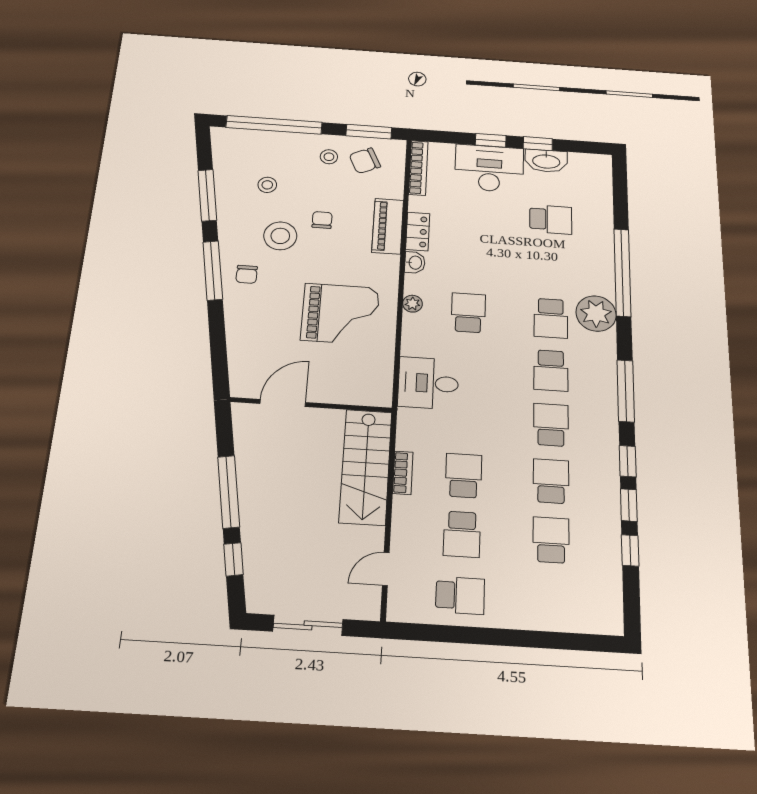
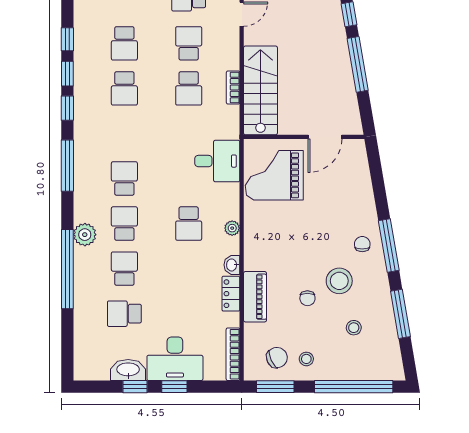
grand piano: (340, 314) -> (274, 175), moved
plant: (596, 314) -> (85, 235), width x0.73, depth x0.73
school desk: (551, 425) -> (124, 269), moved, turned 180

